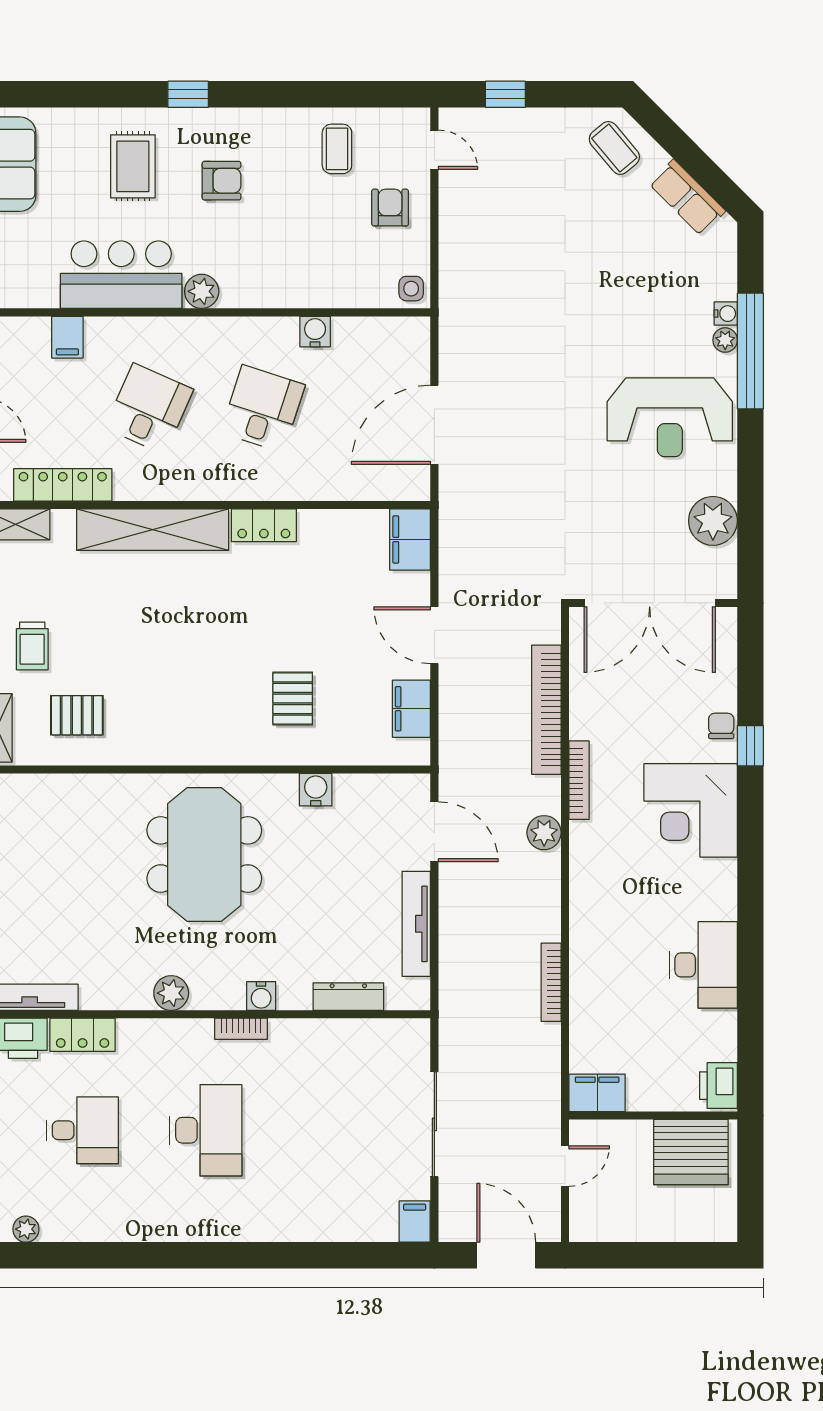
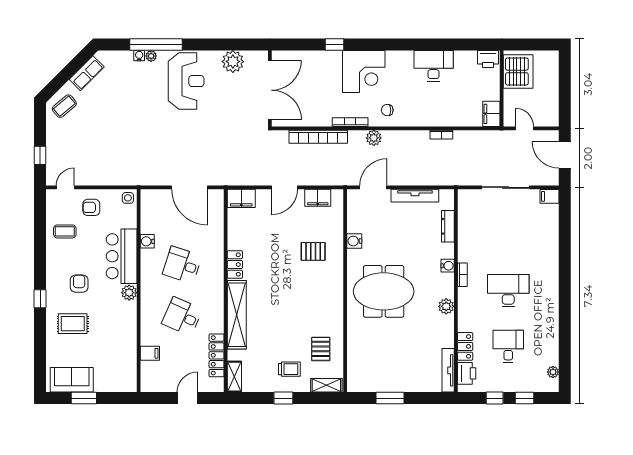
bar counter: (121, 275) -> (122, 256), moved
chair: (721, 726) -> (387, 110), moved
bookcase: (551, 982) -> (441, 135), width x0.64
door: (506, 1255) -> (565, 155), hinge flipped

